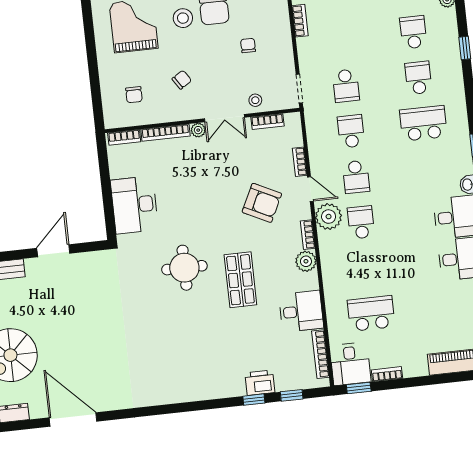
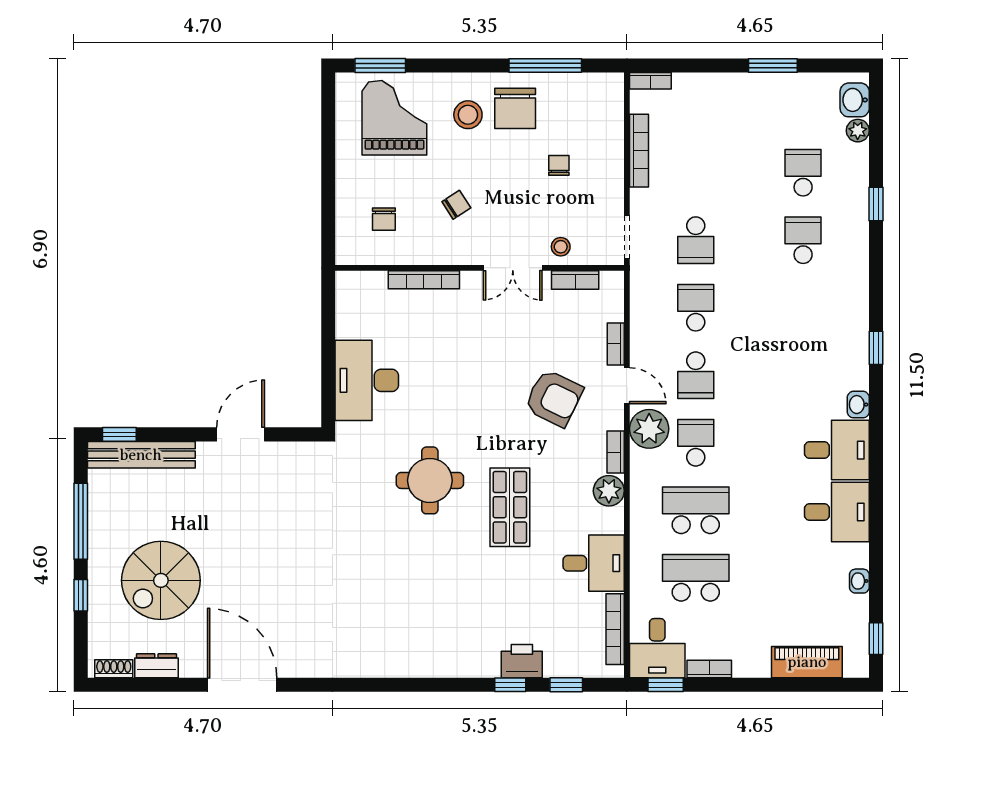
bookcase: (300, 21) -> (639, 151), width x1.56
school desk: (423, 123) -> (696, 510), moved
plant: (198, 130) -> (472, 281), removed
bookcase: (124, 137) -> (363, 280), removed

